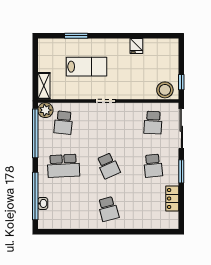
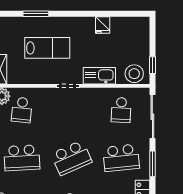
kitchen sink: (133, 92) -> (99, 76), added
school desk: (108, 166) -> (71, 158), width x1.85
school desk: (153, 166) -> (121, 158), width x1.85

